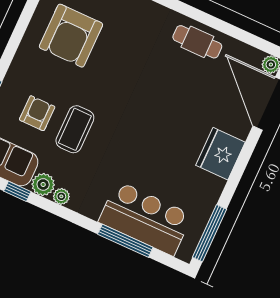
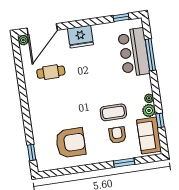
cafe table: (197, 42) -> (51, 72), moved, turned 90
armchair: (37, 113) -> (117, 135), turned 90
window: (210, 233) -> (121, 17), width x0.46

